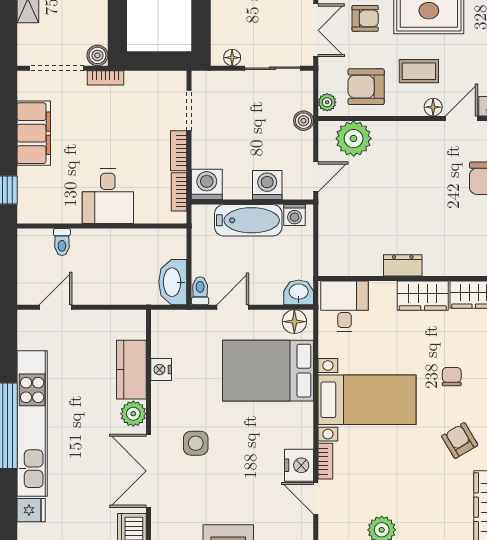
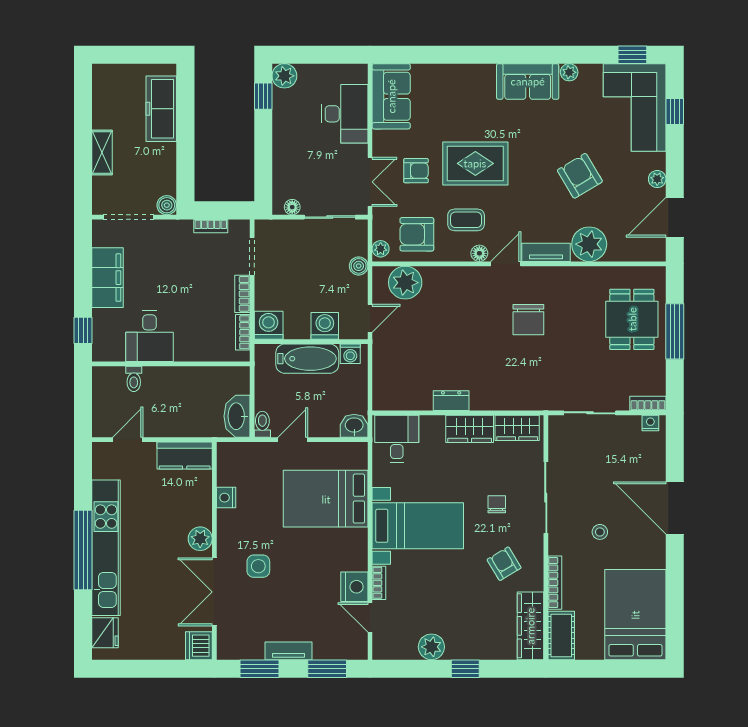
bookcase: (105, 78) -> (211, 226), moved
desk: (108, 196) -> (149, 336), moved
floor lamp: (294, 322) -> (350, 453), removed
kitchen counter: (131, 370) -> (185, 455), moved, turned -90
fridge: (31, 510) -> (105, 633), width x1.38

